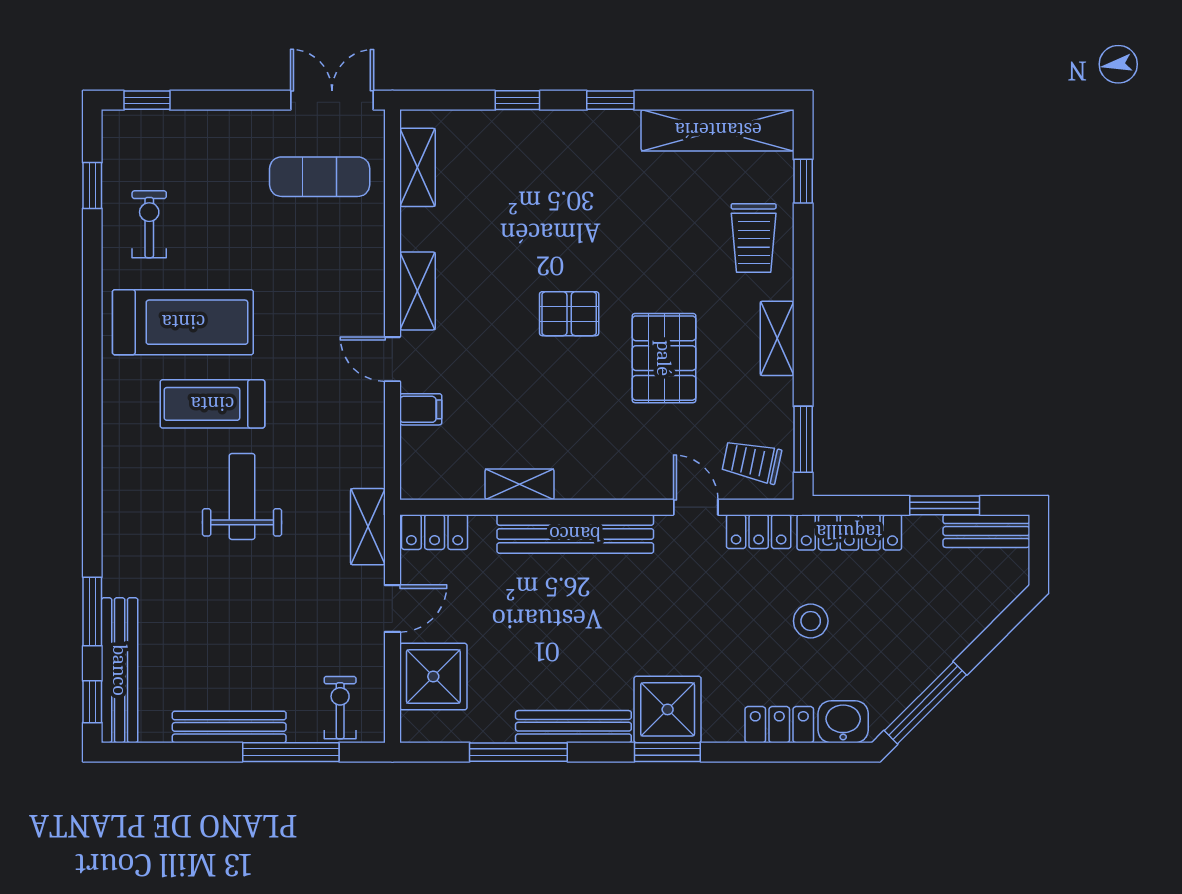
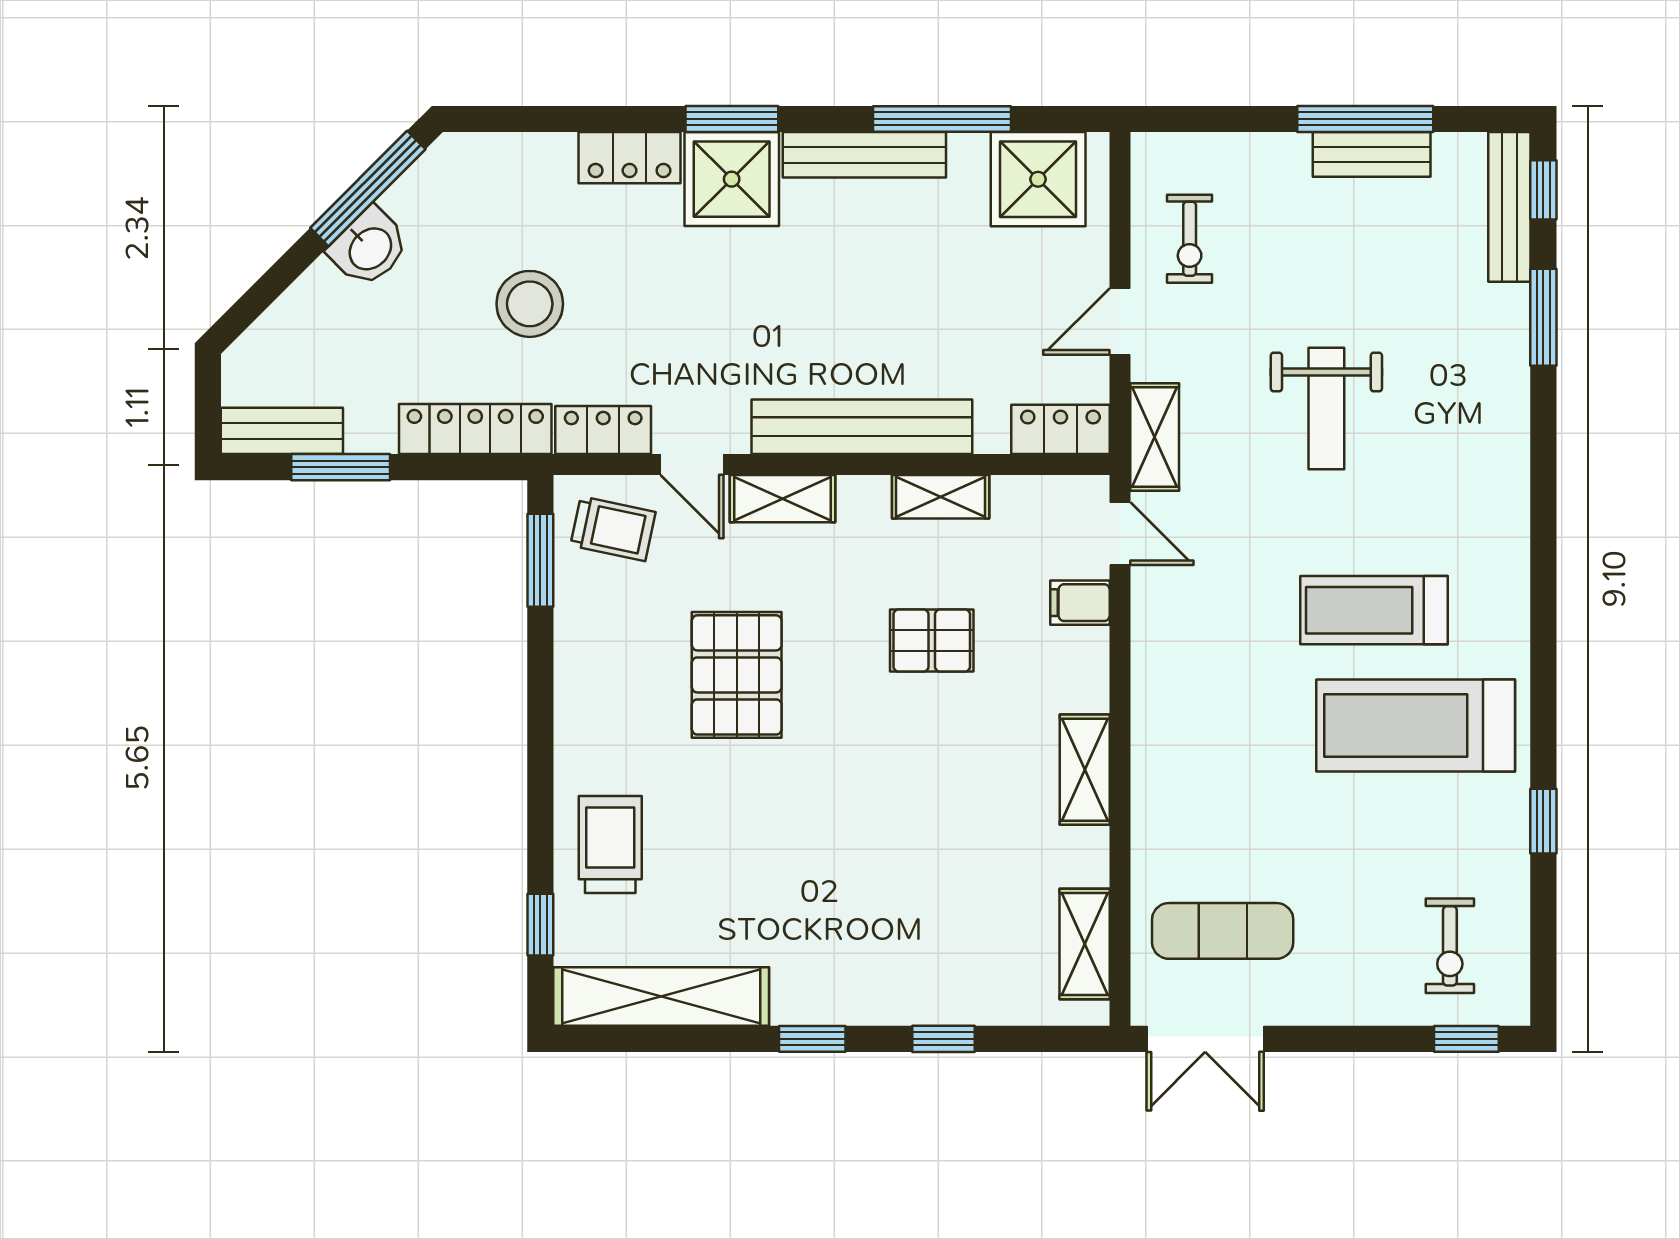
window: (92, 185) -> (1543, 821), moved
exercise bike: (149, 224) -> (1450, 946), moved
pallet: (569, 314) -> (932, 640), moved
shelving: (777, 338) -> (782, 499), moved, turned 90
door: (392, 359) -> (1120, 534), moved
treadmill: (212, 404) -> (1374, 610), turned 180
weight bench: (242, 497) -> (1326, 409), moved
stool: (811, 621) -> (530, 304), width x1.38, depth x1.38
bench: (120, 670) -> (1509, 207), width x0.73, depth x0.82
shower: (433, 677) -> (1038, 179), moved
exercise bike: (340, 708) -> (1190, 239), moved
washbasin: (843, 722) -> (369, 248), moved, turned -45
locker: (779, 725) -> (630, 158), moved
bench: (229, 727) -> (1372, 154), width x0.73
window: (291, 752) -> (1365, 119), moved

